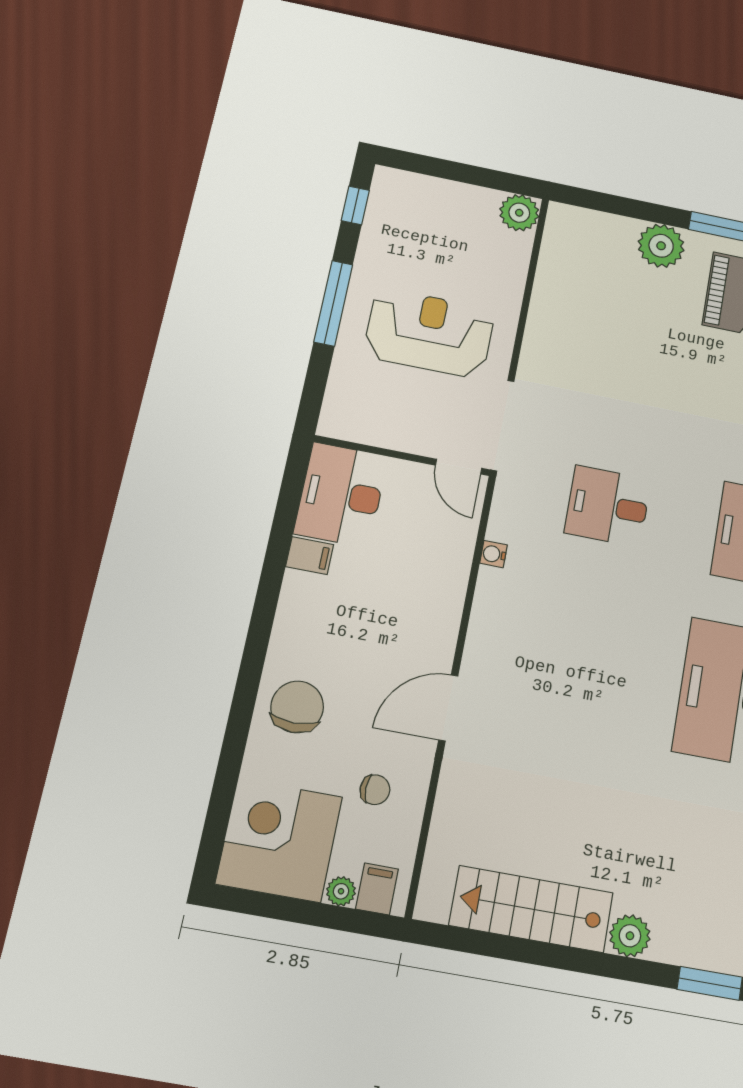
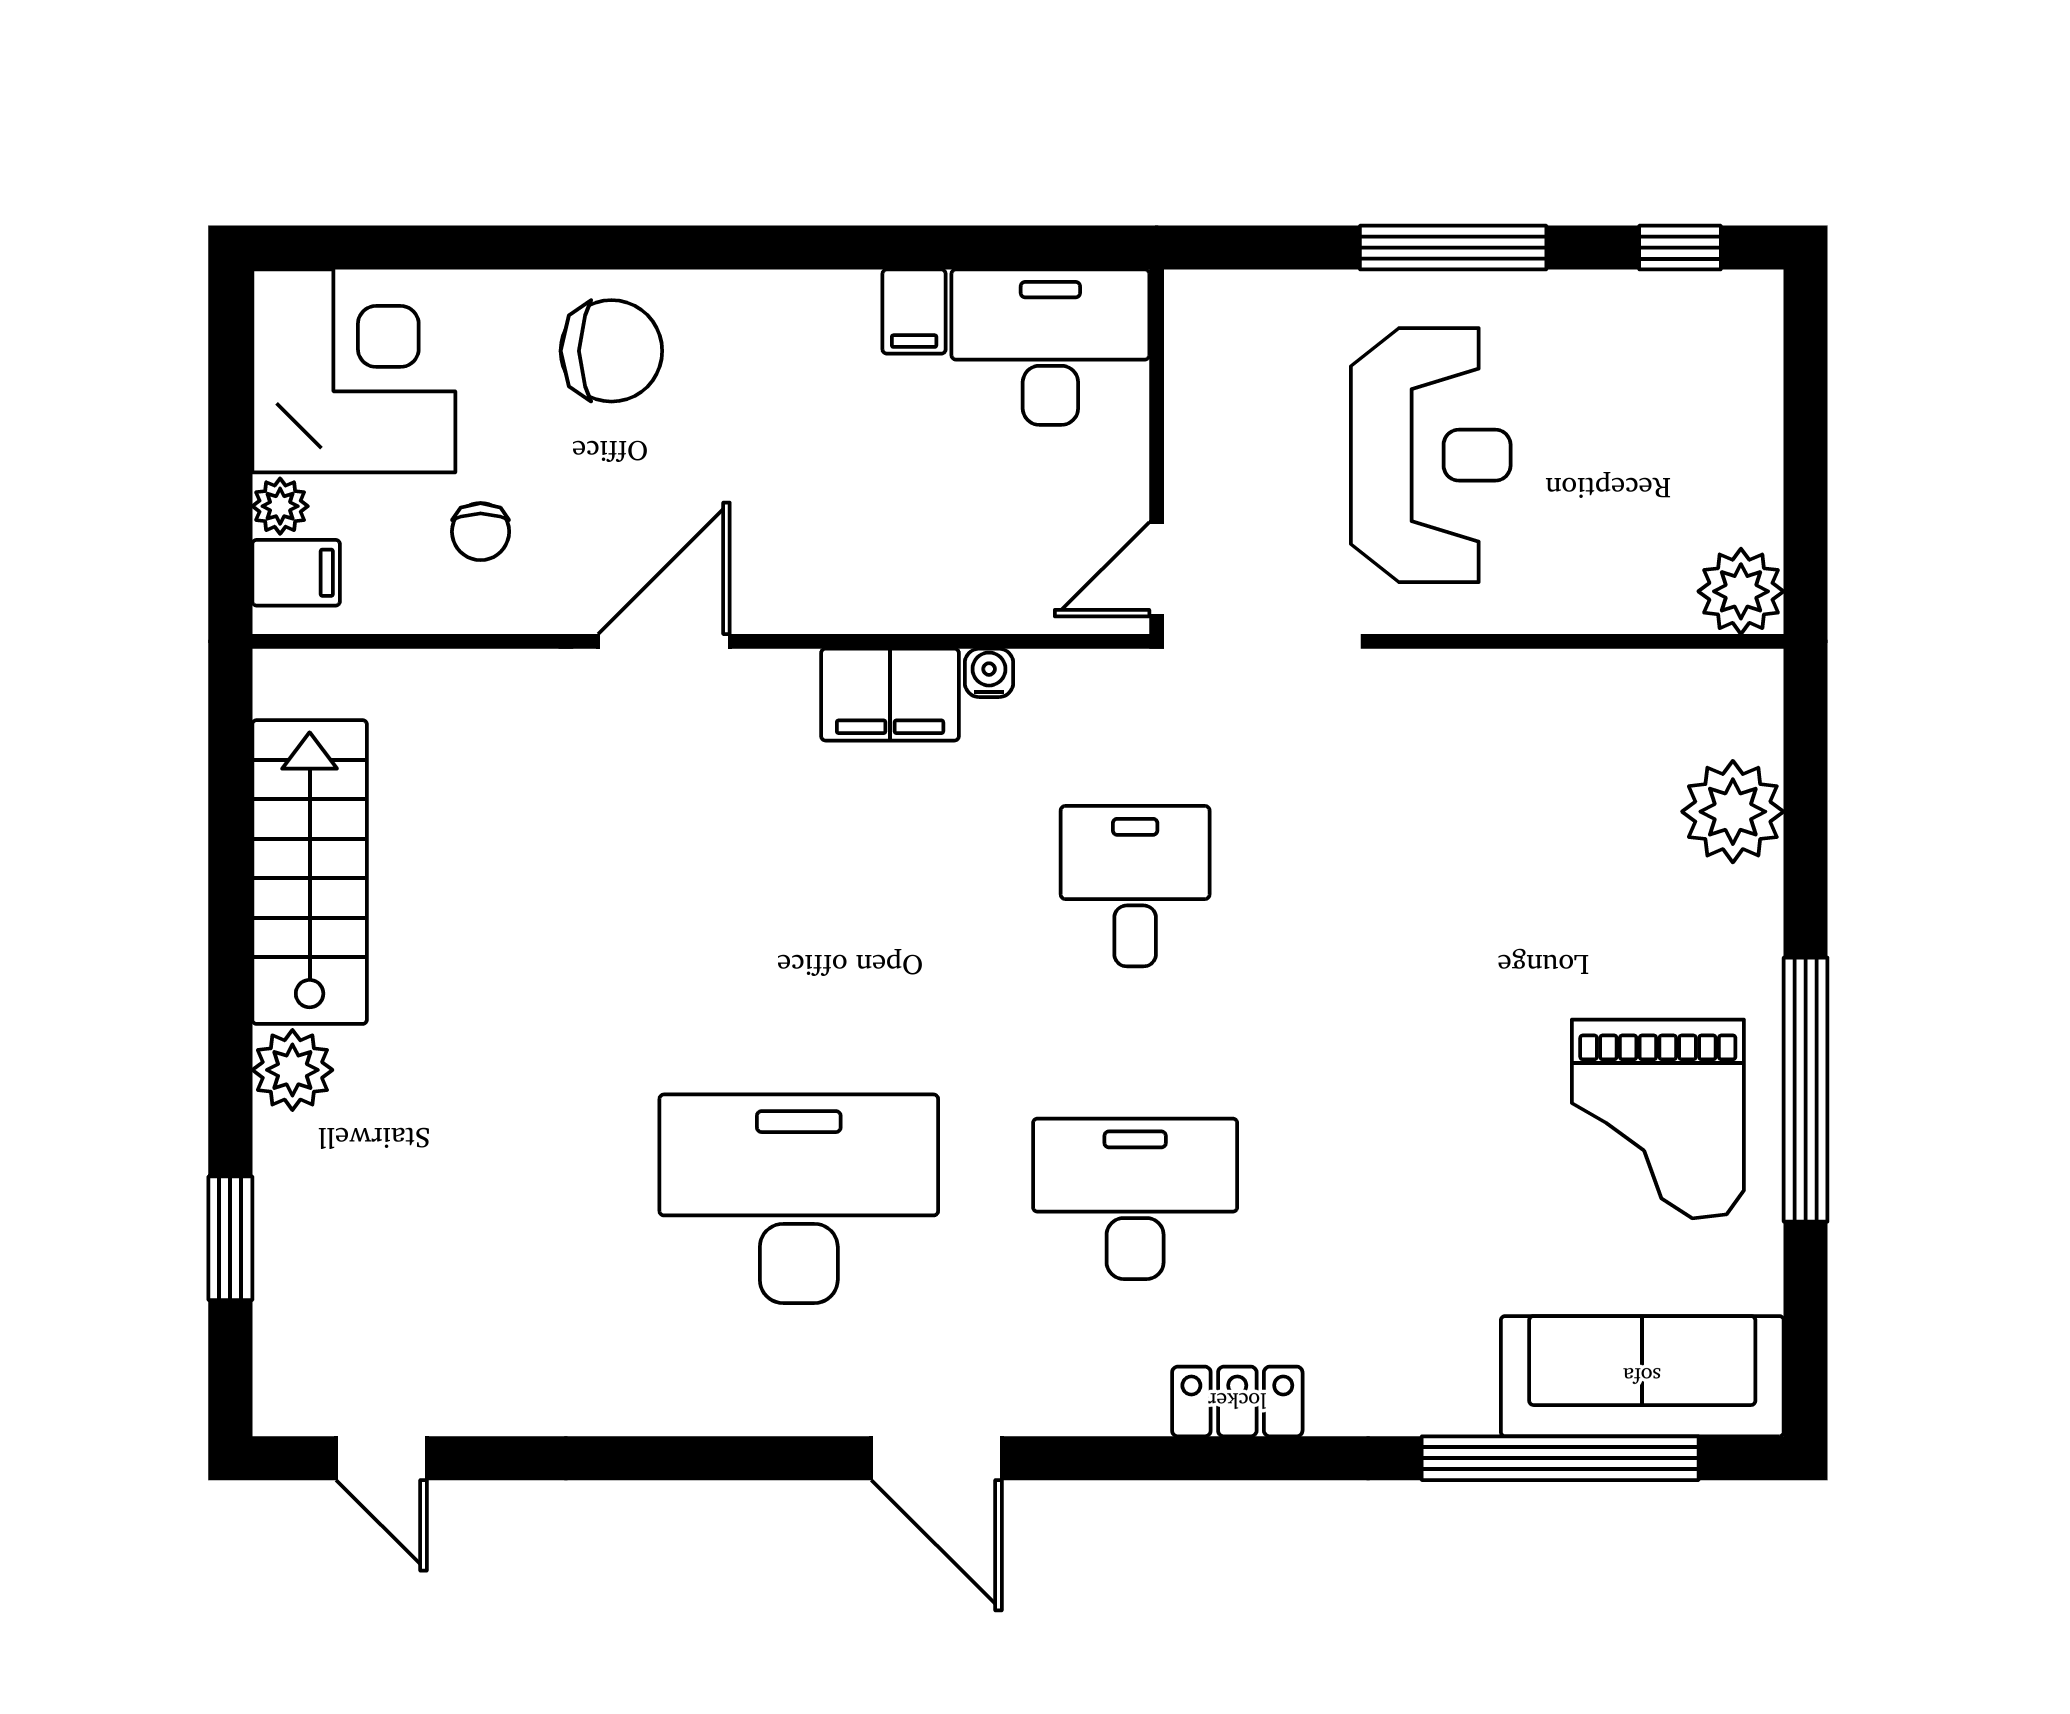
plant: (661, 246) -> (1733, 812), moved
filing cabinet: (495, 603) -> (890, 695), added
door: (448, 708) -> (664, 641), hinge flipped

